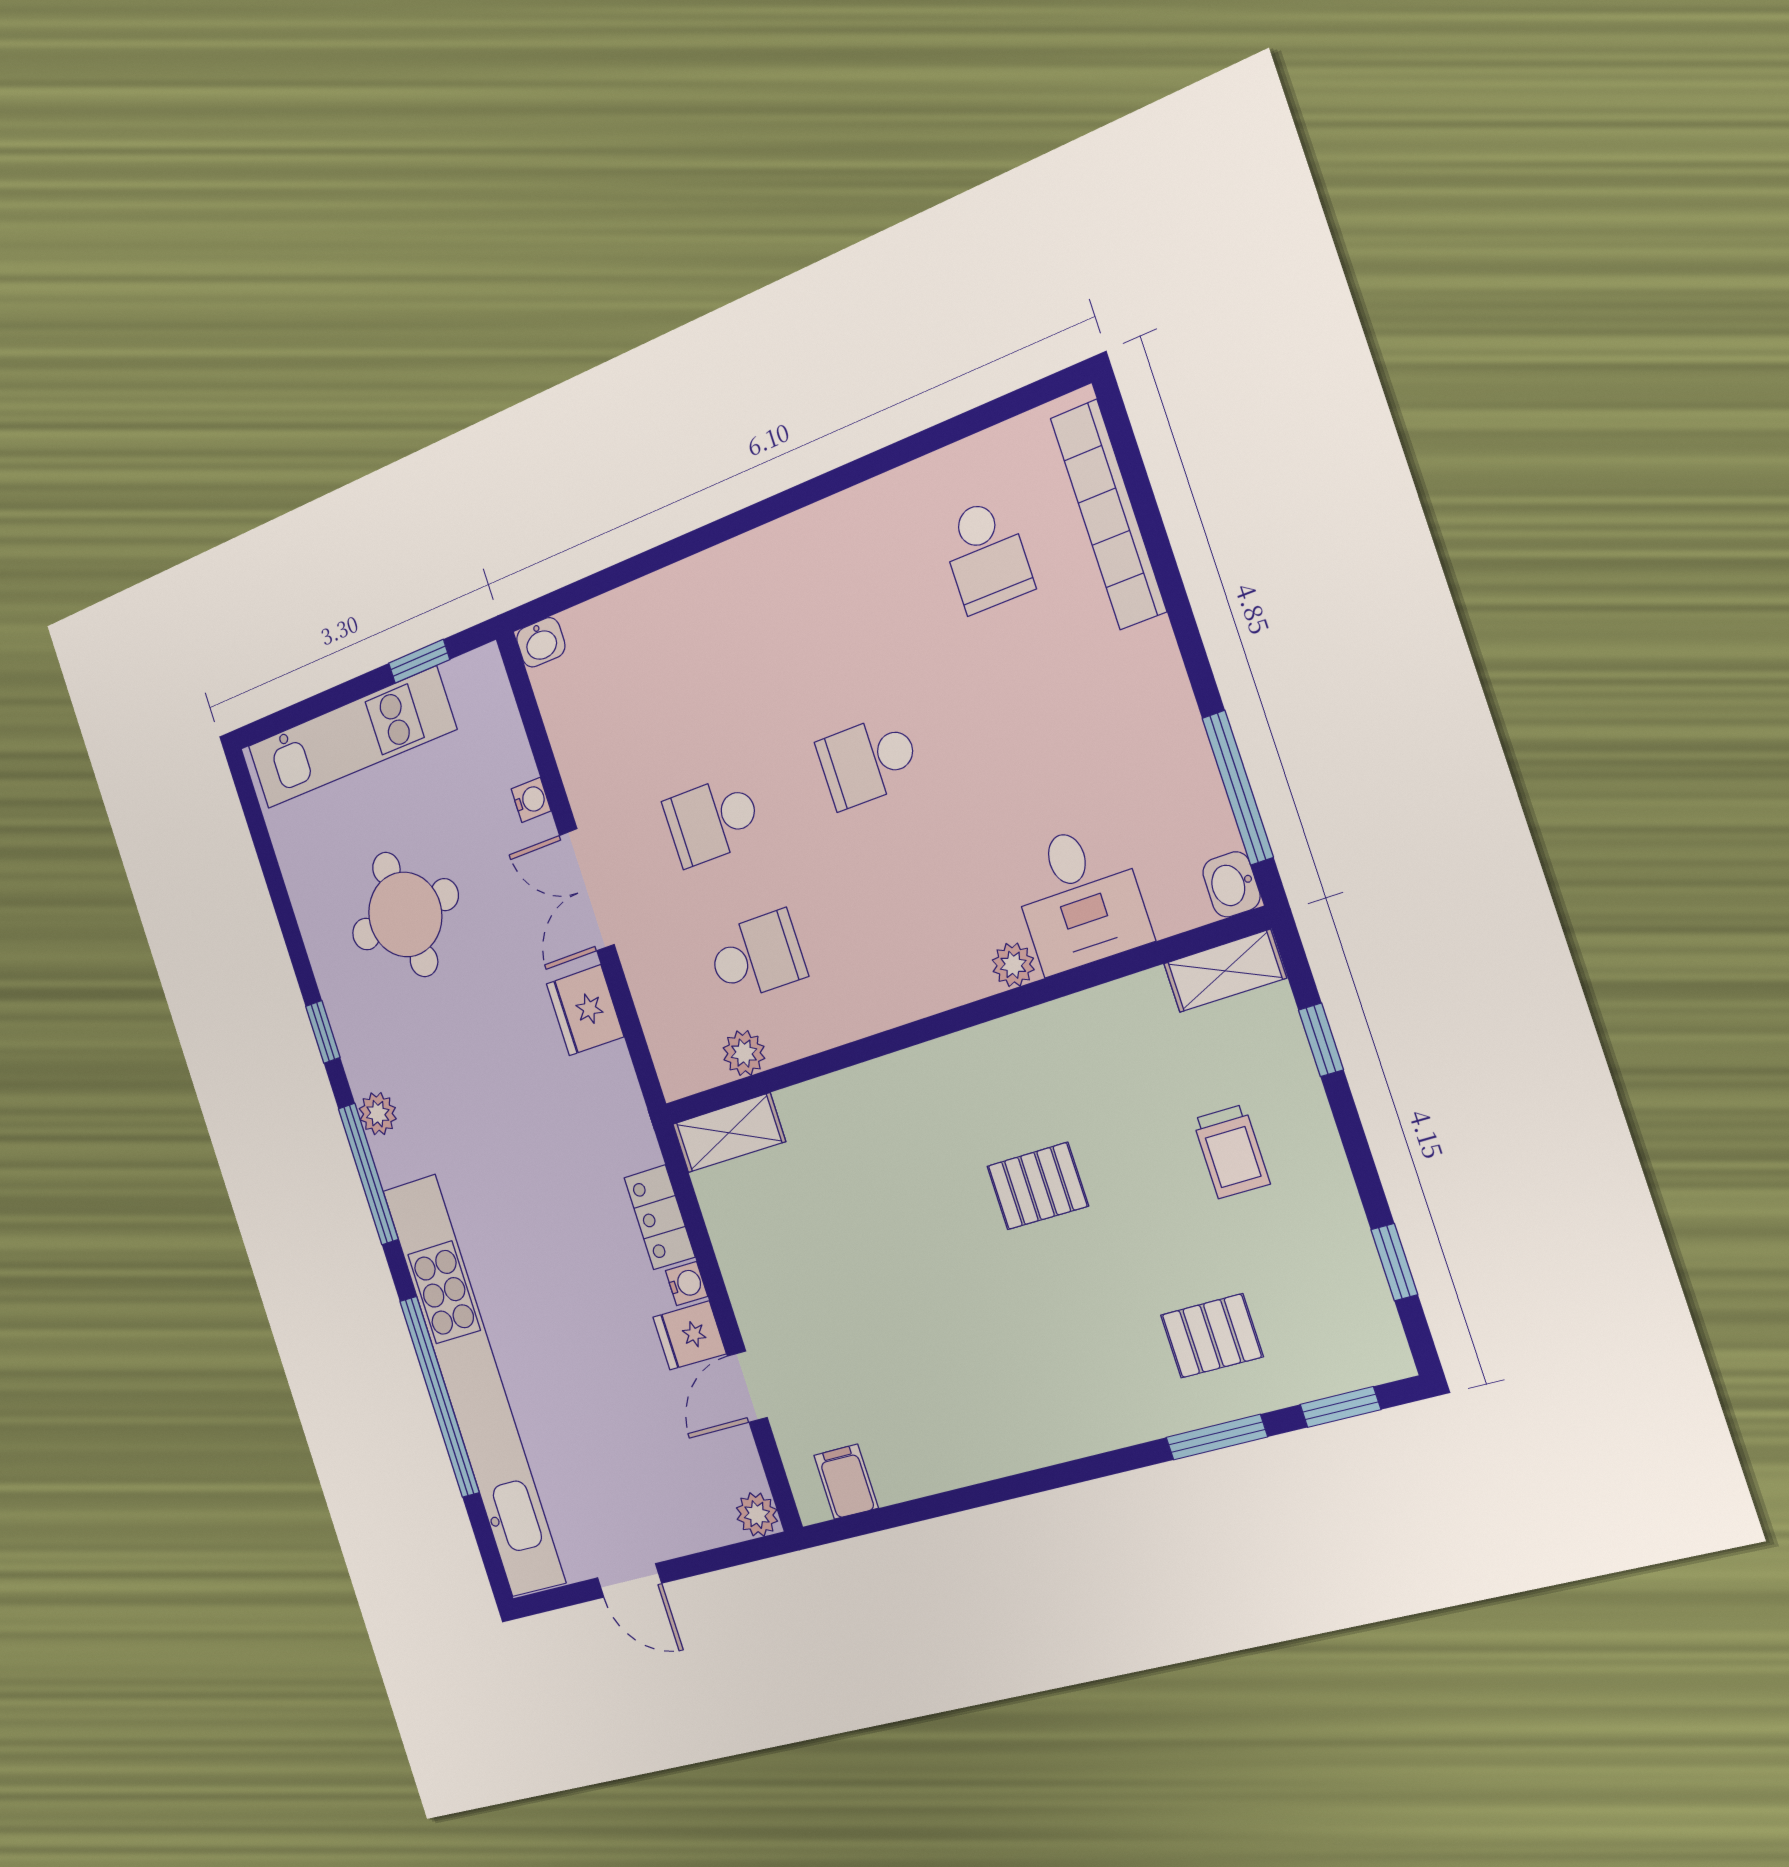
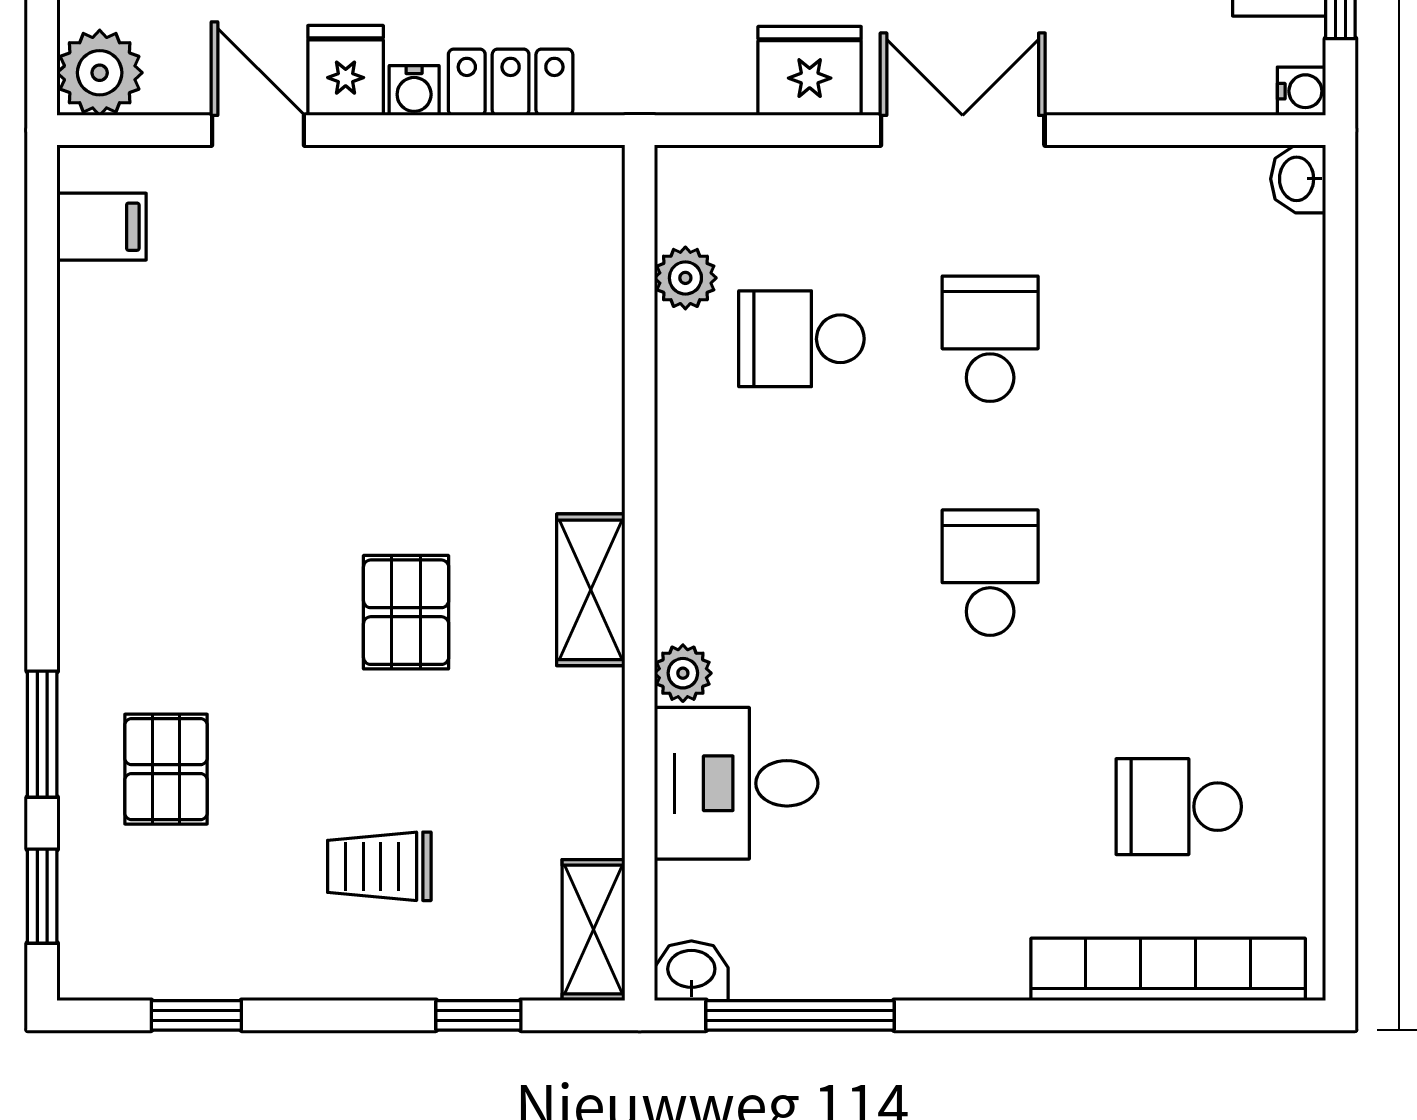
water cooler: (531, 800) -> (1302, 91), moved, turned -90
school desk: (757, 956) -> (801, 339), turned 90
shelving: (729, 1133) -> (591, 590), moved
plant: (757, 1515) -> (100, 73), width x1.38, depth x1.38

